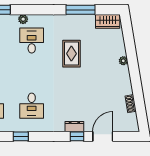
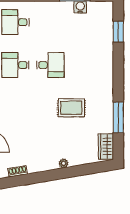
plant: (23, 19) -> (108, 56), removed
desk: (32, 41) -> (50, 65), moved

